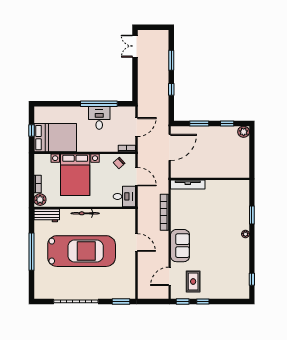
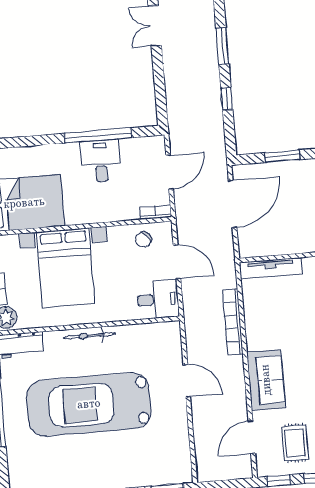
car: (82, 251) -> (89, 404), turned 180

